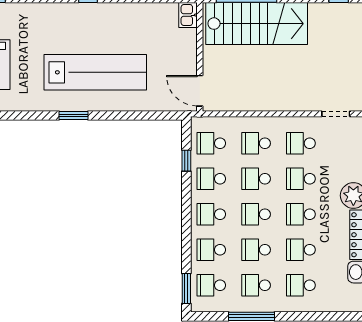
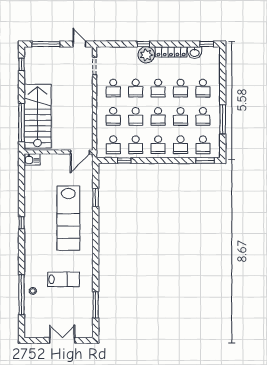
lab bench: (95, 72) -> (68, 218), turned 180
window: (74, 115) -> (96, 197), moved

